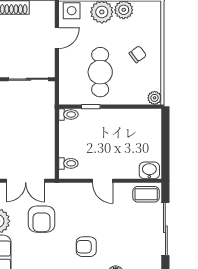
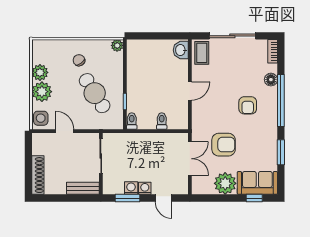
cafe table: (100, 72) -> (95, 93), turned 58
toilet: (68, 163) -> (162, 121), moved

